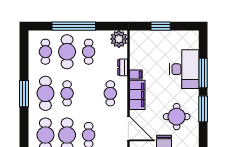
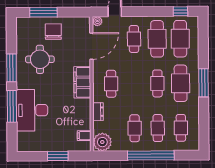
cafe table: (67, 52) -> (158, 128), width x0.73, depth x0.74
filing cabinet: (136, 75) -> (84, 136), moved
door: (128, 129) -> (91, 46), swing flipped

